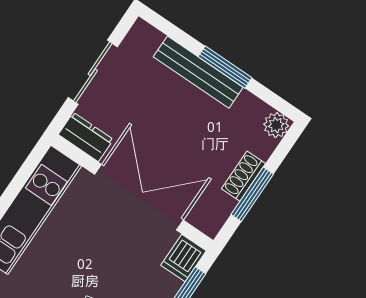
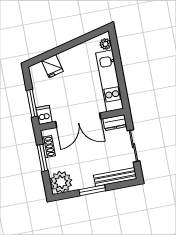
bench: (198, 72) -> (115, 177), moved
plant: (276, 125) -> (61, 182), width x1.87, depth x1.87
shoe rack: (243, 176) -> (48, 147), moved

